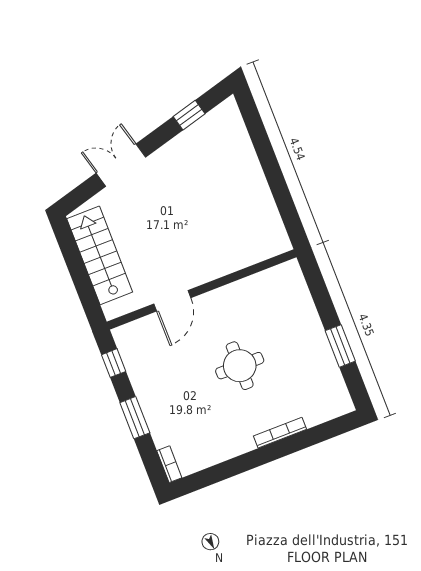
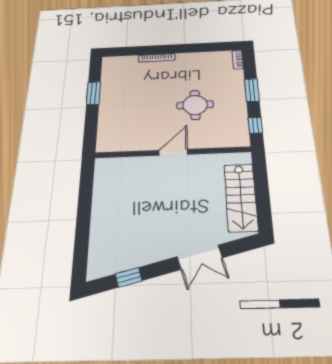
door: (172, 301) -> (173, 152), moved
round table: (240, 366) -> (195, 105), moved

